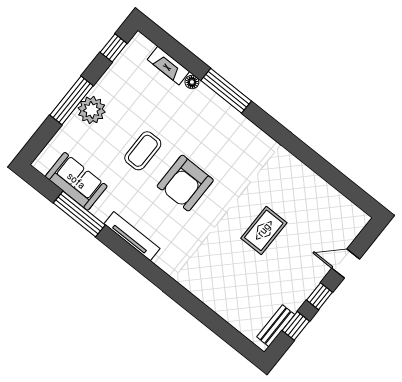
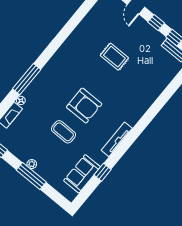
plant: (92, 110) -> (32, 164), width x0.53, depth x0.53
window: (79, 214) -> (103, 172), width x0.46

